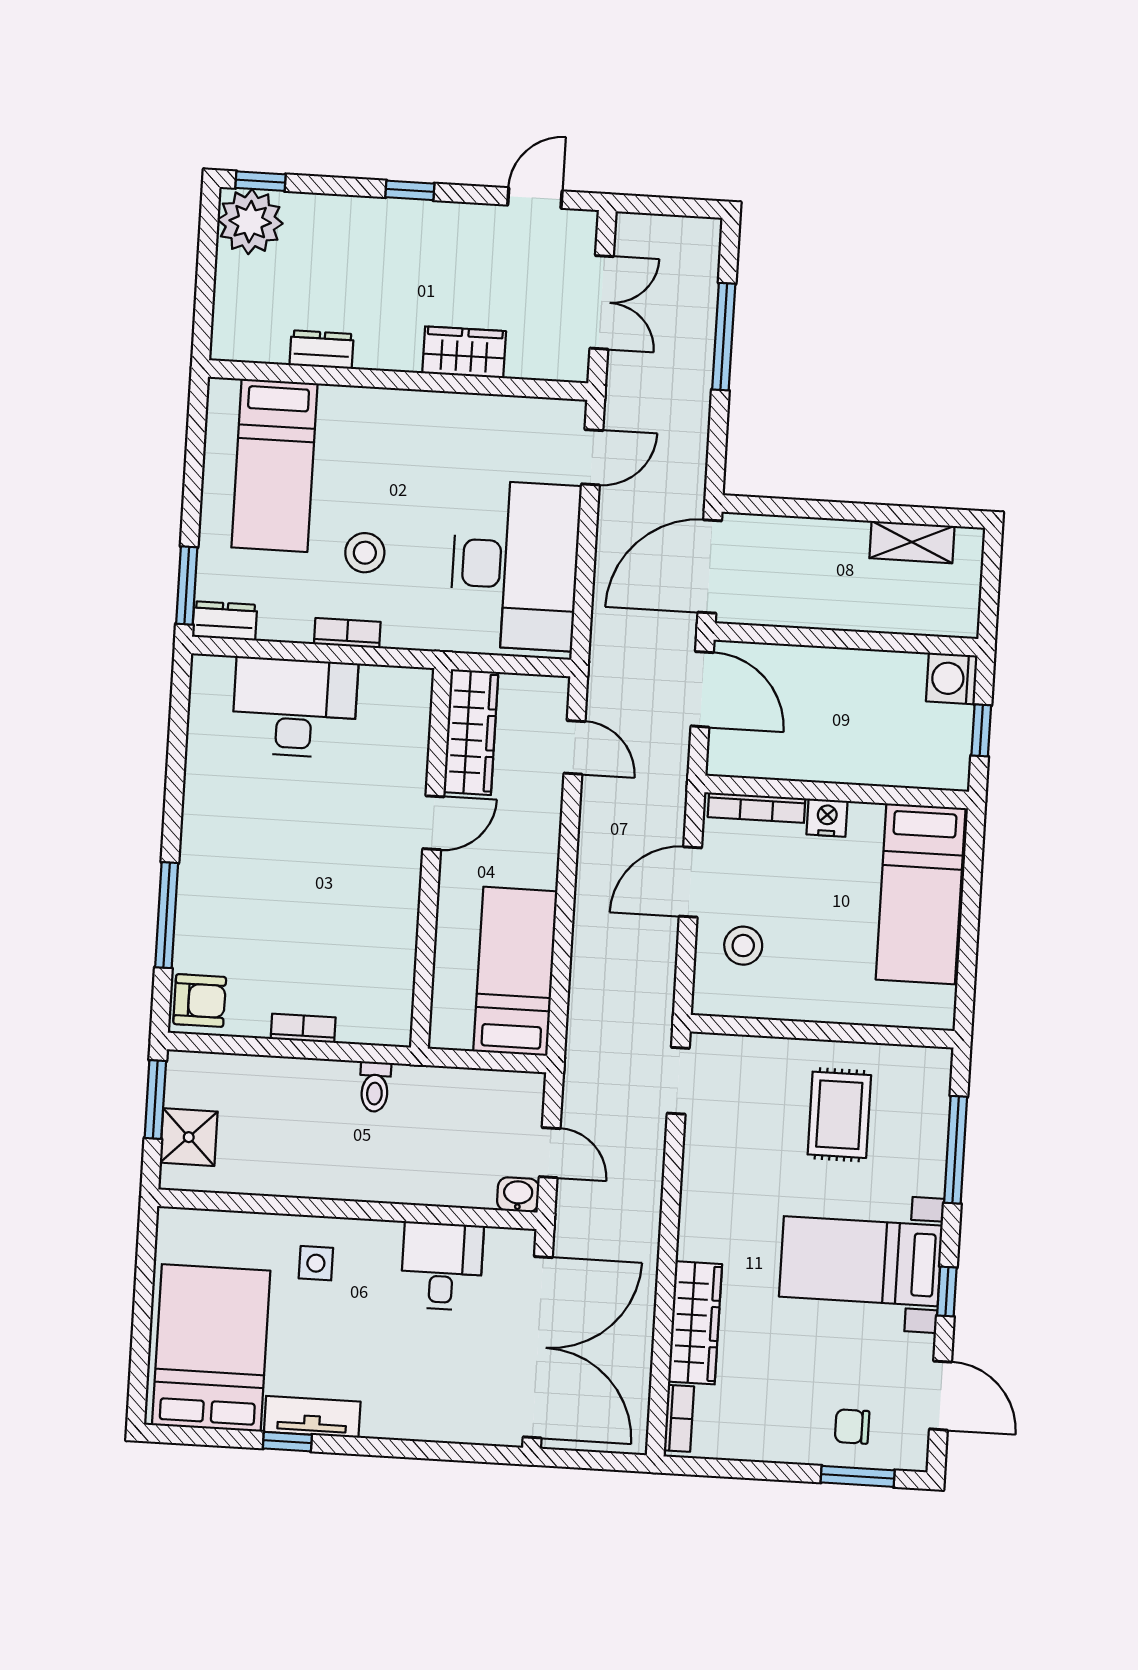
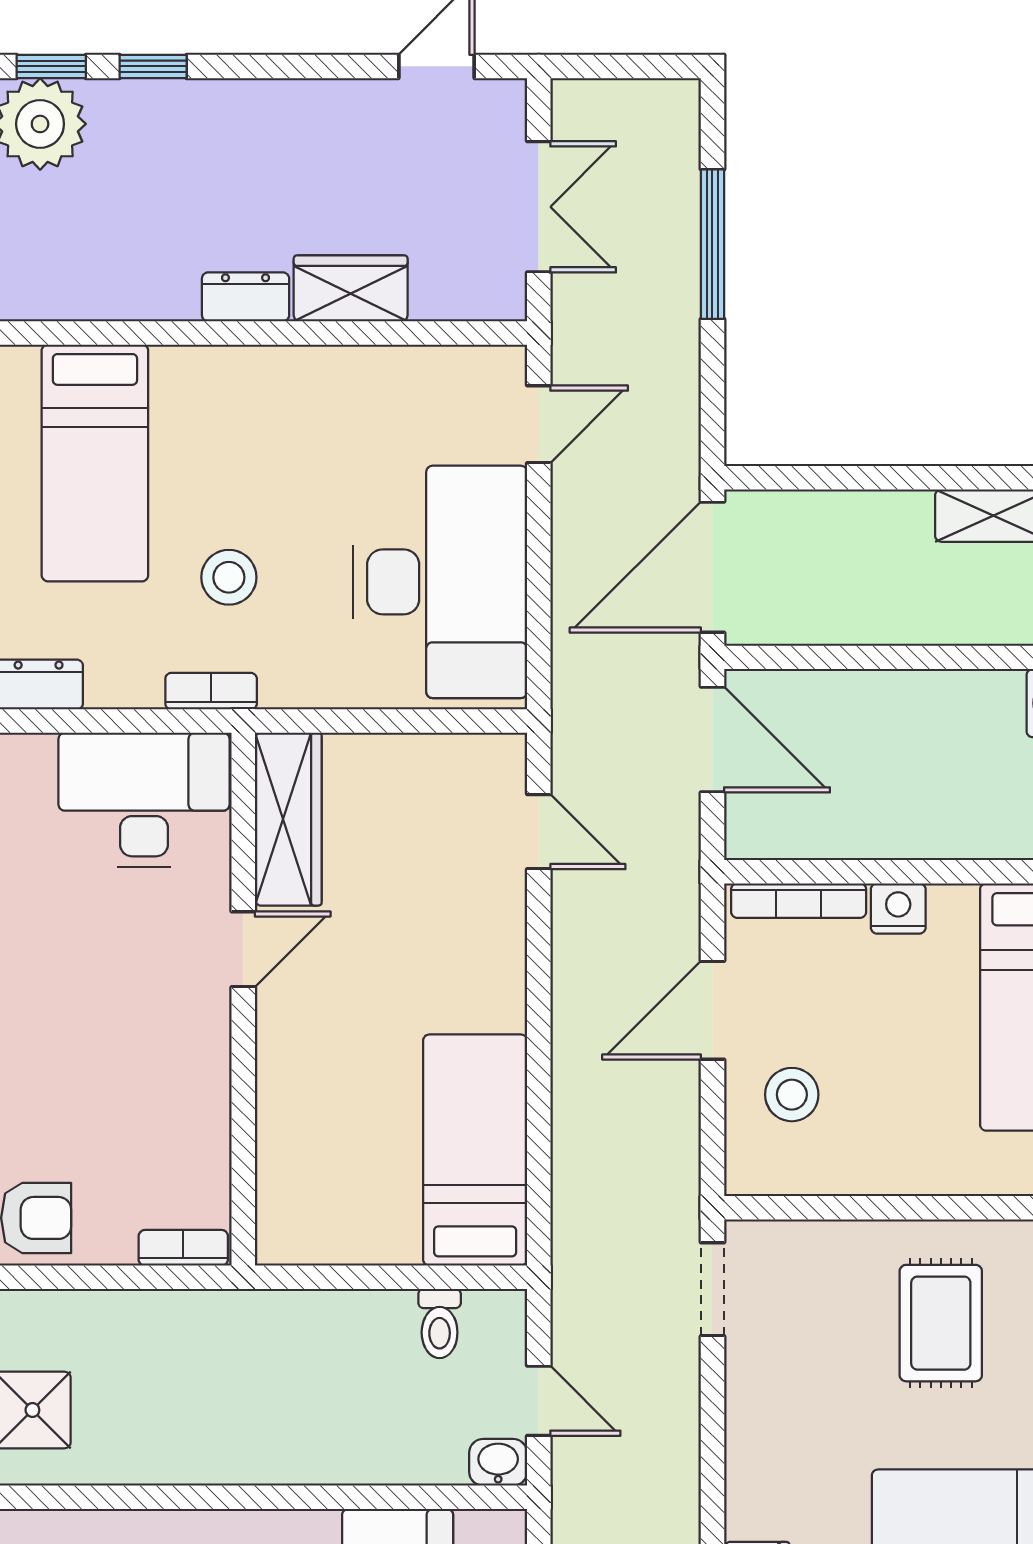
window: (410, 190) -> (153, 66), moved
dresser: (322, 350) -> (246, 297), moved
wardrobe: (471, 732) -> (288, 819), moved
door: (433, 823) -> (243, 949), moved
wall: (431, 858) -> (243, 999), moved
toilet: (375, 1087) -> (440, 1323), moved

